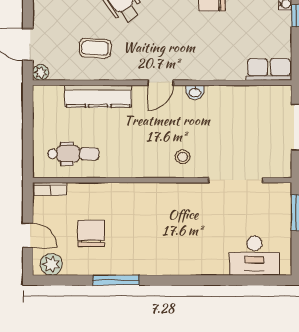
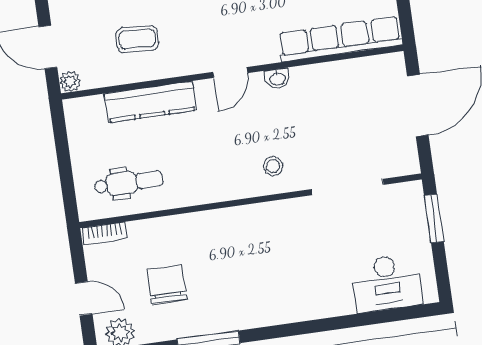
row of seats: (269, 70) -> (340, 39), width x2.02

